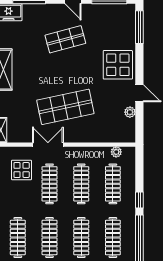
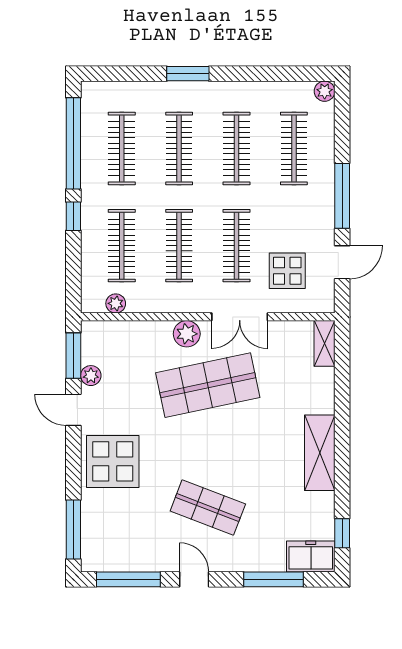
shop shelf: (65, 39) -> (208, 508), turned 36
window: (139, 123) -> (73, 356), added
plant: (77, 135) -> (187, 334), added

